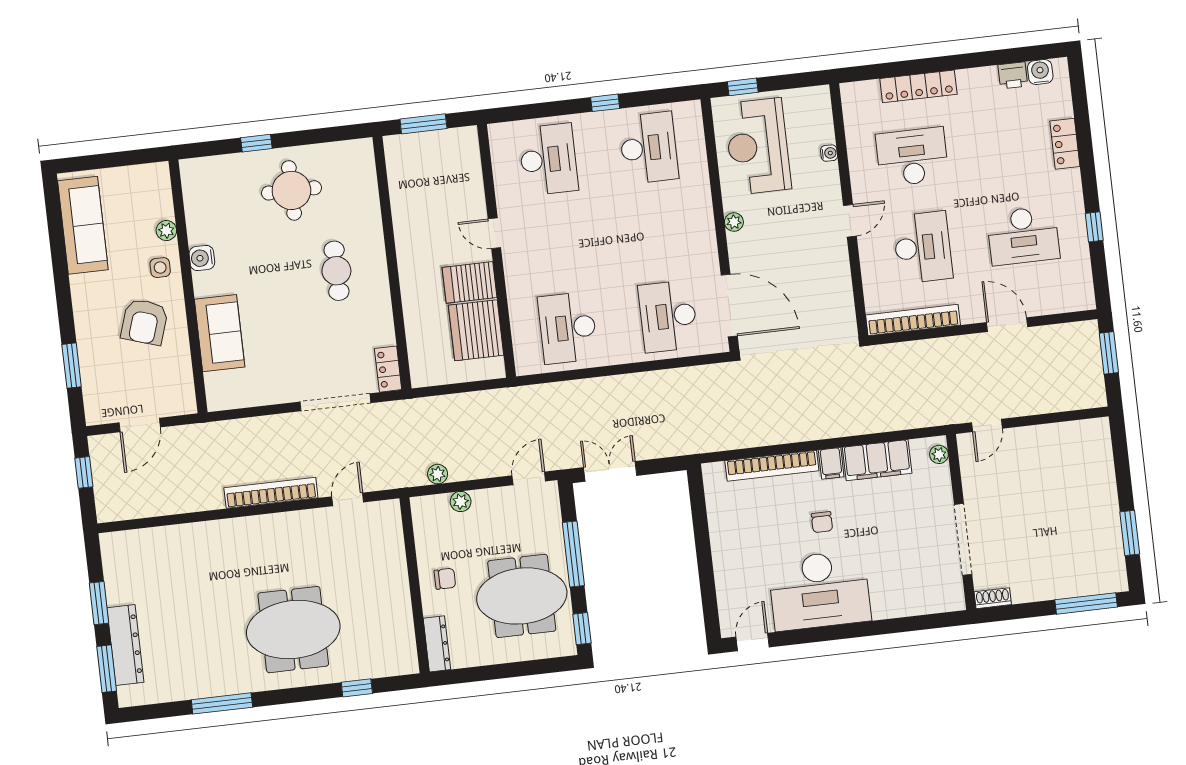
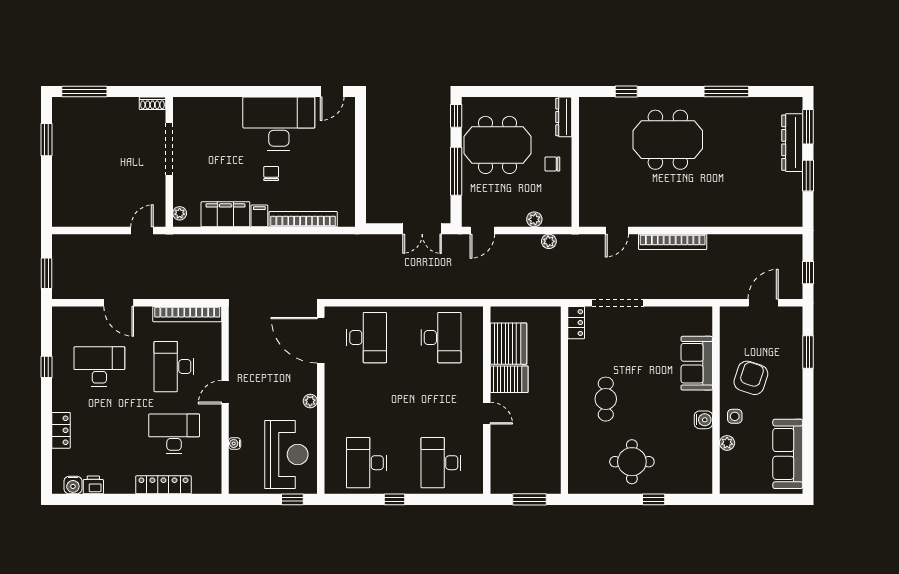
desk: (912, 157) -> (174, 434), turned 180

